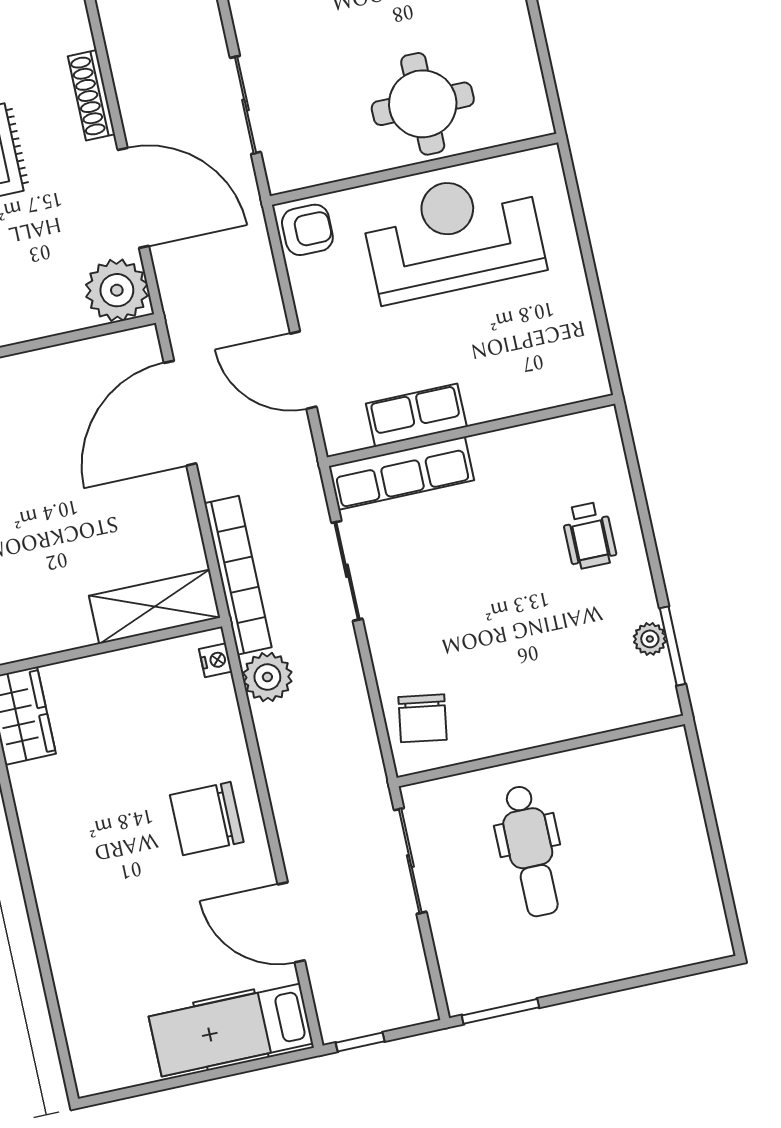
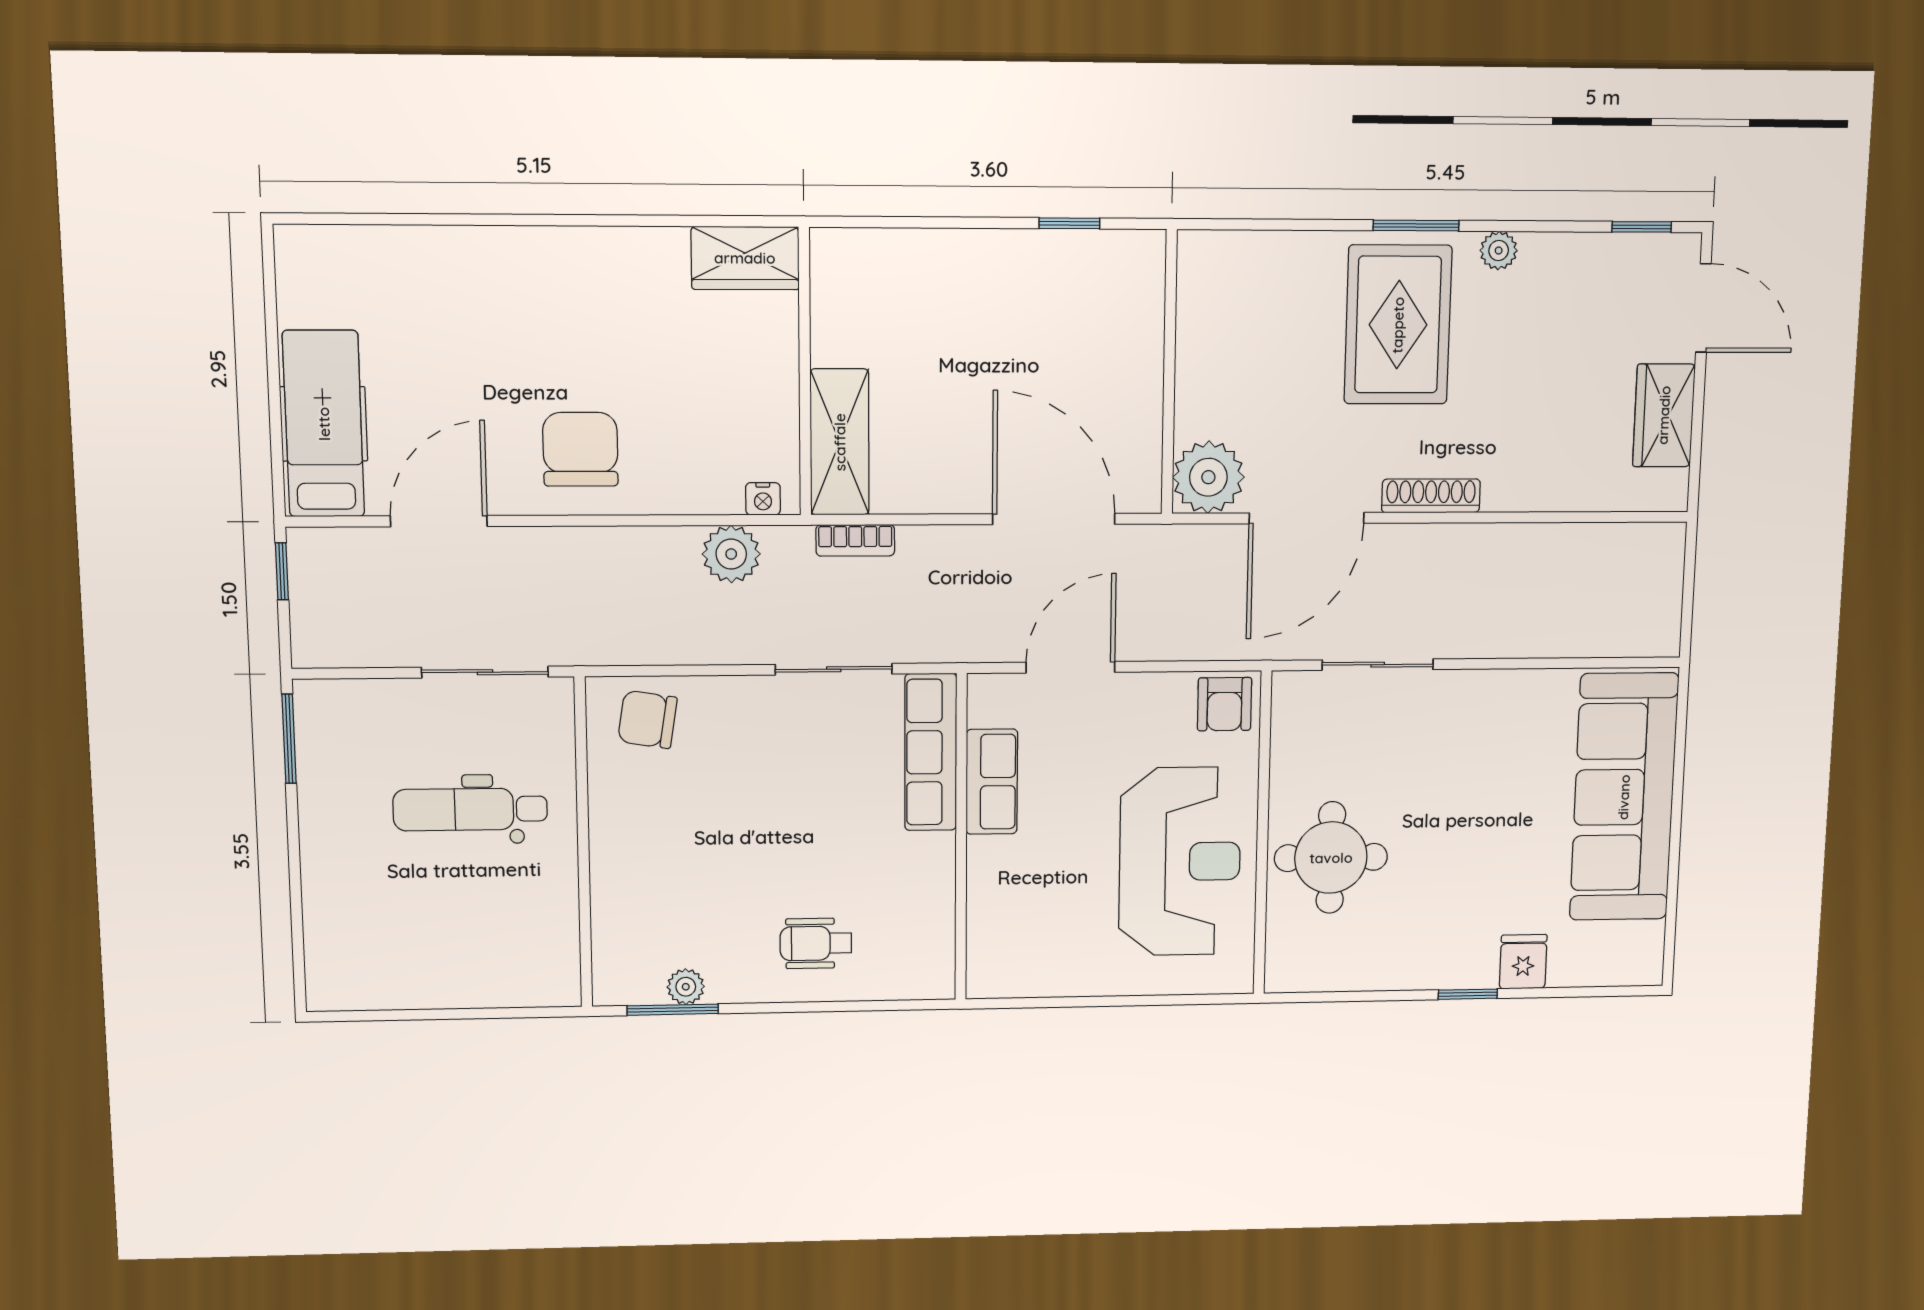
bookcase: (238, 575) -> (855, 540), width x0.43, depth x0.76

